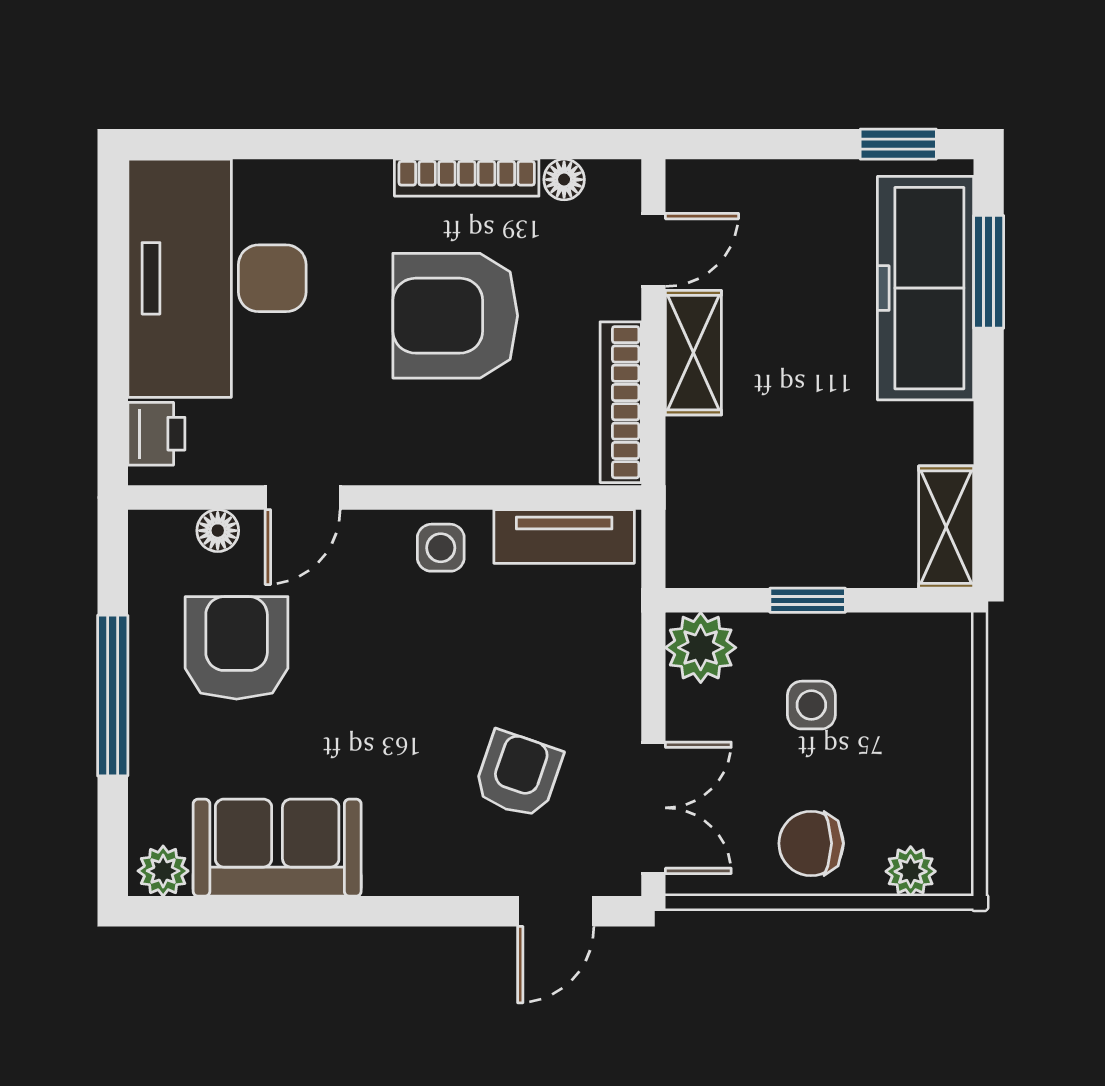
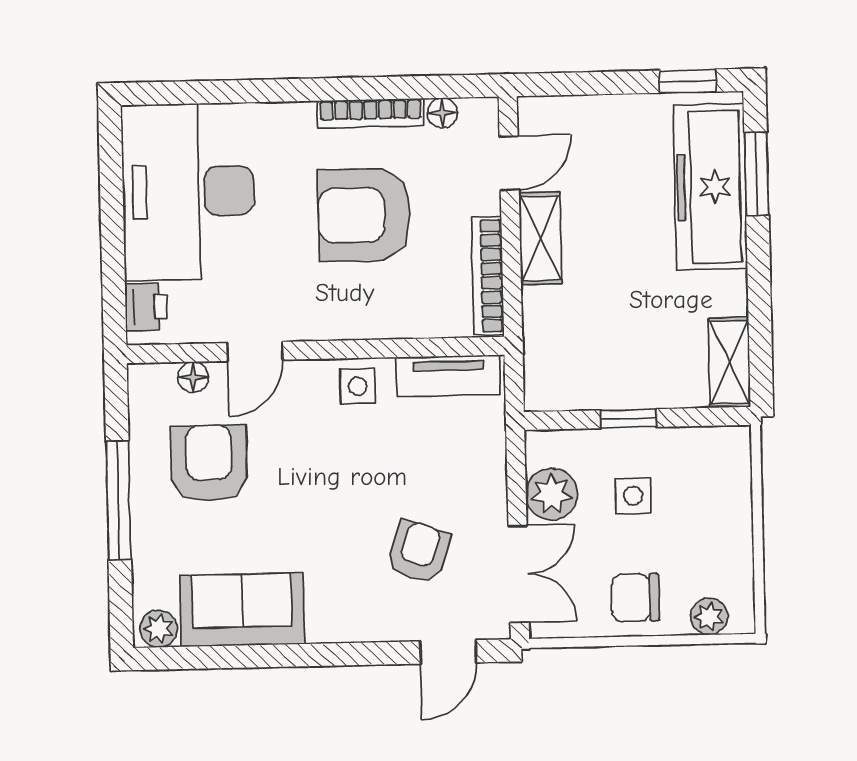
plant: (701, 648) -> (552, 494), moved

